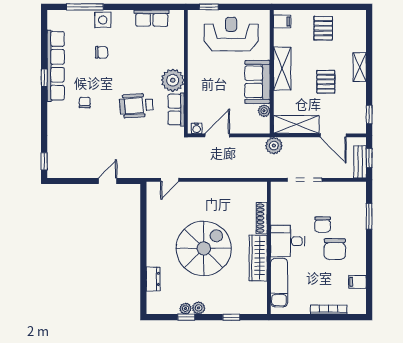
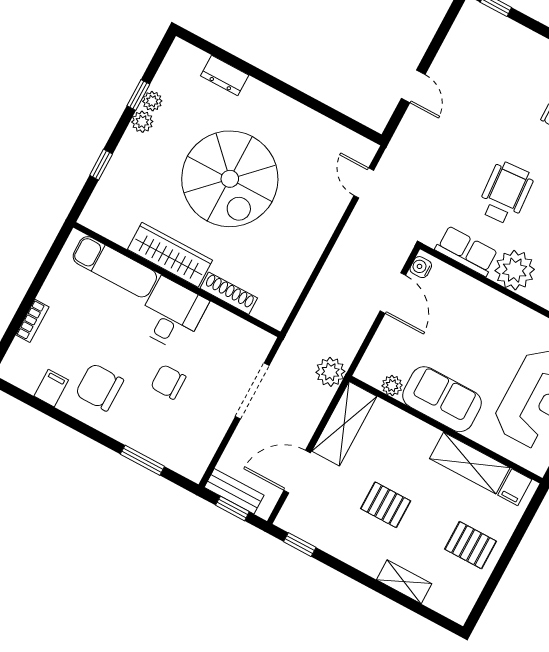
shelving: (360, 67) -> (404, 582), moved
shelving: (282, 68) -> (470, 463), moved
chair: (335, 249) -> (99, 387), moved
bookcase: (329, 309) -> (32, 321), width x0.64

